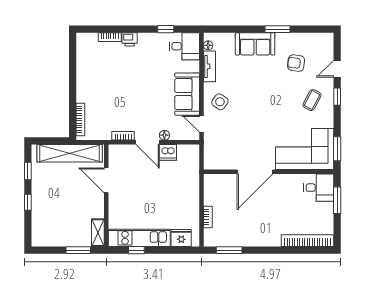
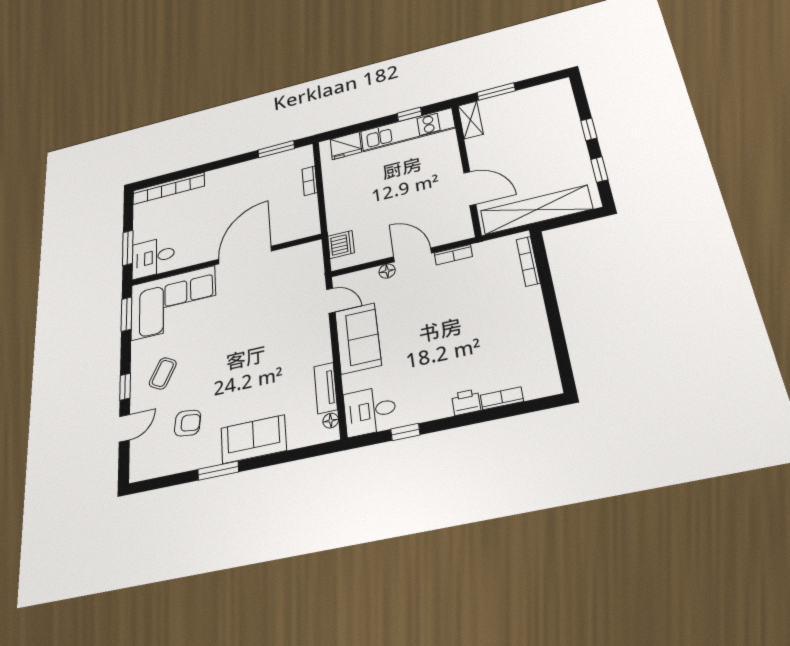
side table: (220, 102) -> (304, 339), removed
dishwasher: (168, 152) -> (341, 244), moved, turned 90

